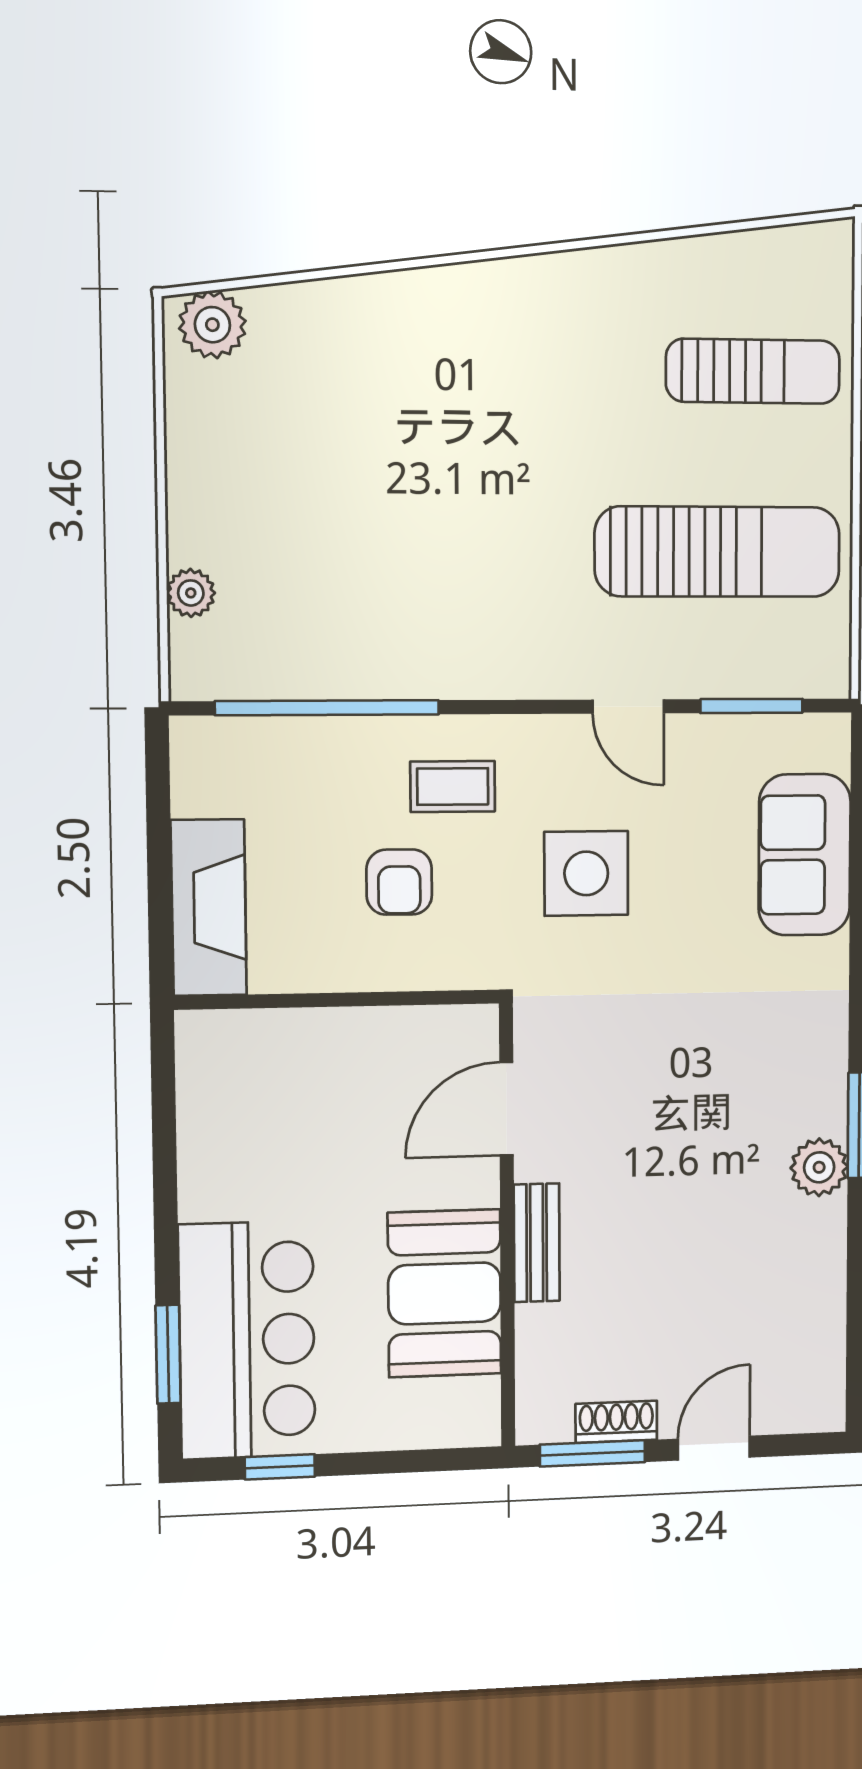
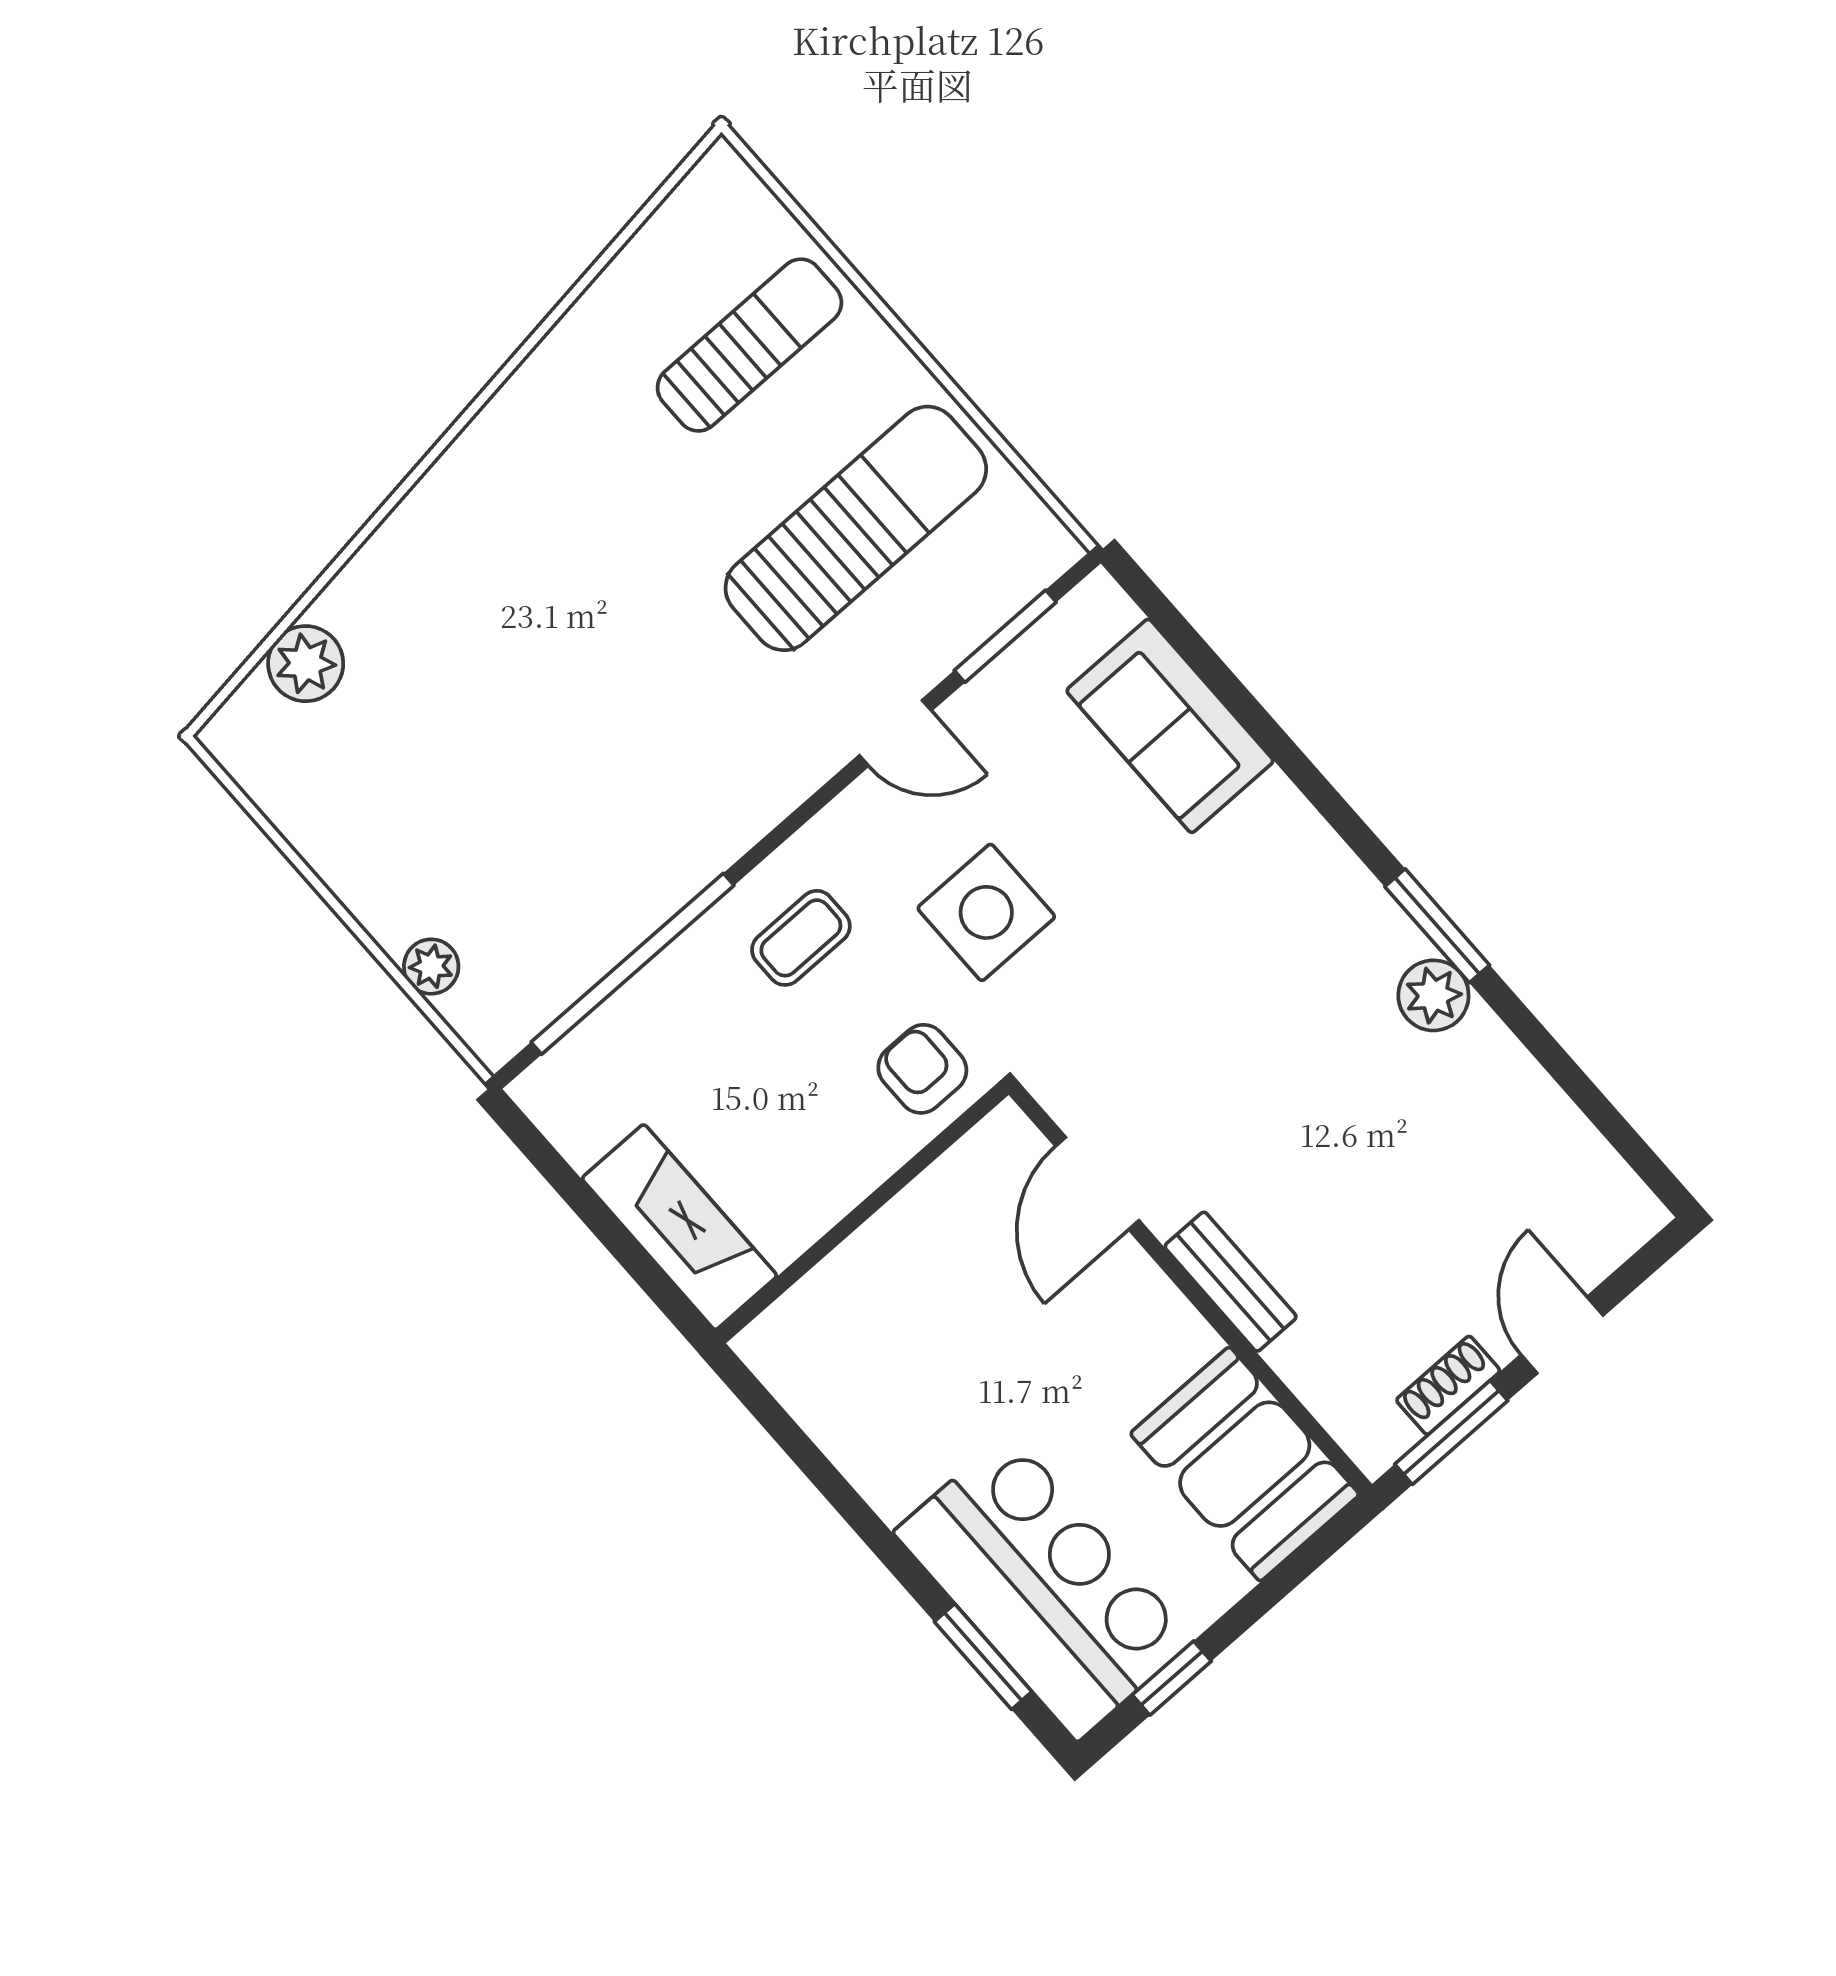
plant: (212, 325) -> (306, 664), moved
armchair: (399, 882) -> (922, 1069), moved, turned 180
booth: (445, 1293) -> (1245, 1464), moved

